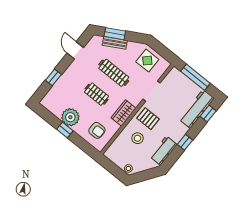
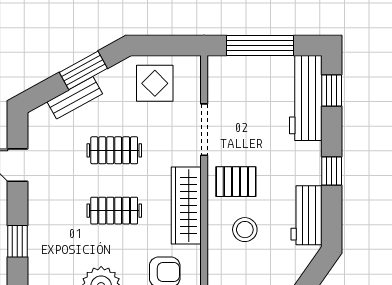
window: (115, 34) -> (83, 70), moved
clothes rail: (114, 73) -> (114, 150), width x0.73
wardrobe: (124, 113) -> (186, 206), width x1.50

